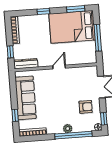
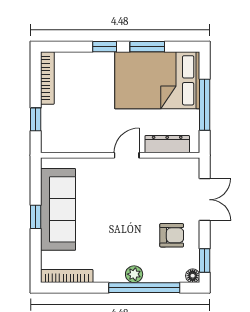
window: (76, 9) -> (147, 47), moved
dresser: (26, 64) -> (167, 144), moved
window: (15, 115) -> (36, 217), moved

